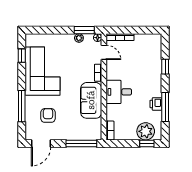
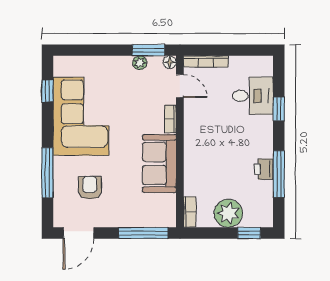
desk: (119, 92) -> (253, 96), moved, turned 180
plant: (146, 131) -> (228, 213), moved

